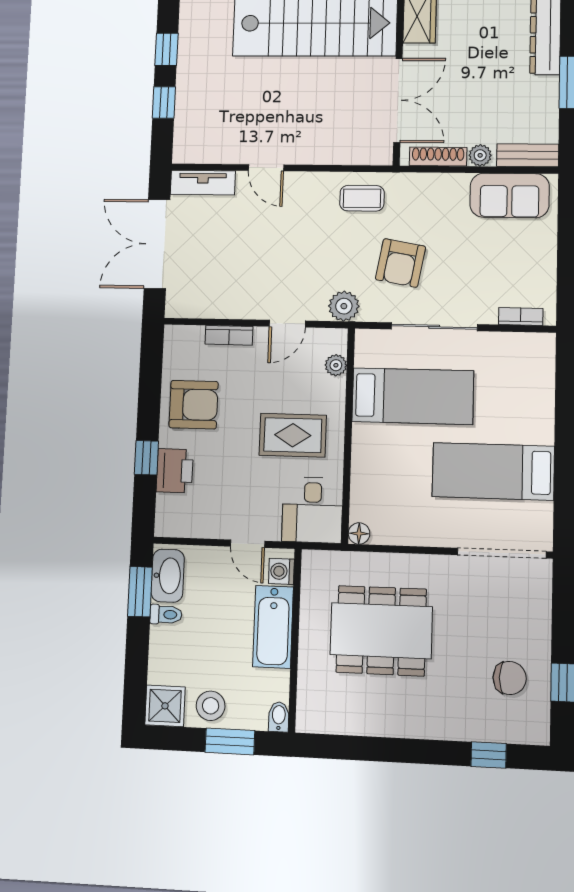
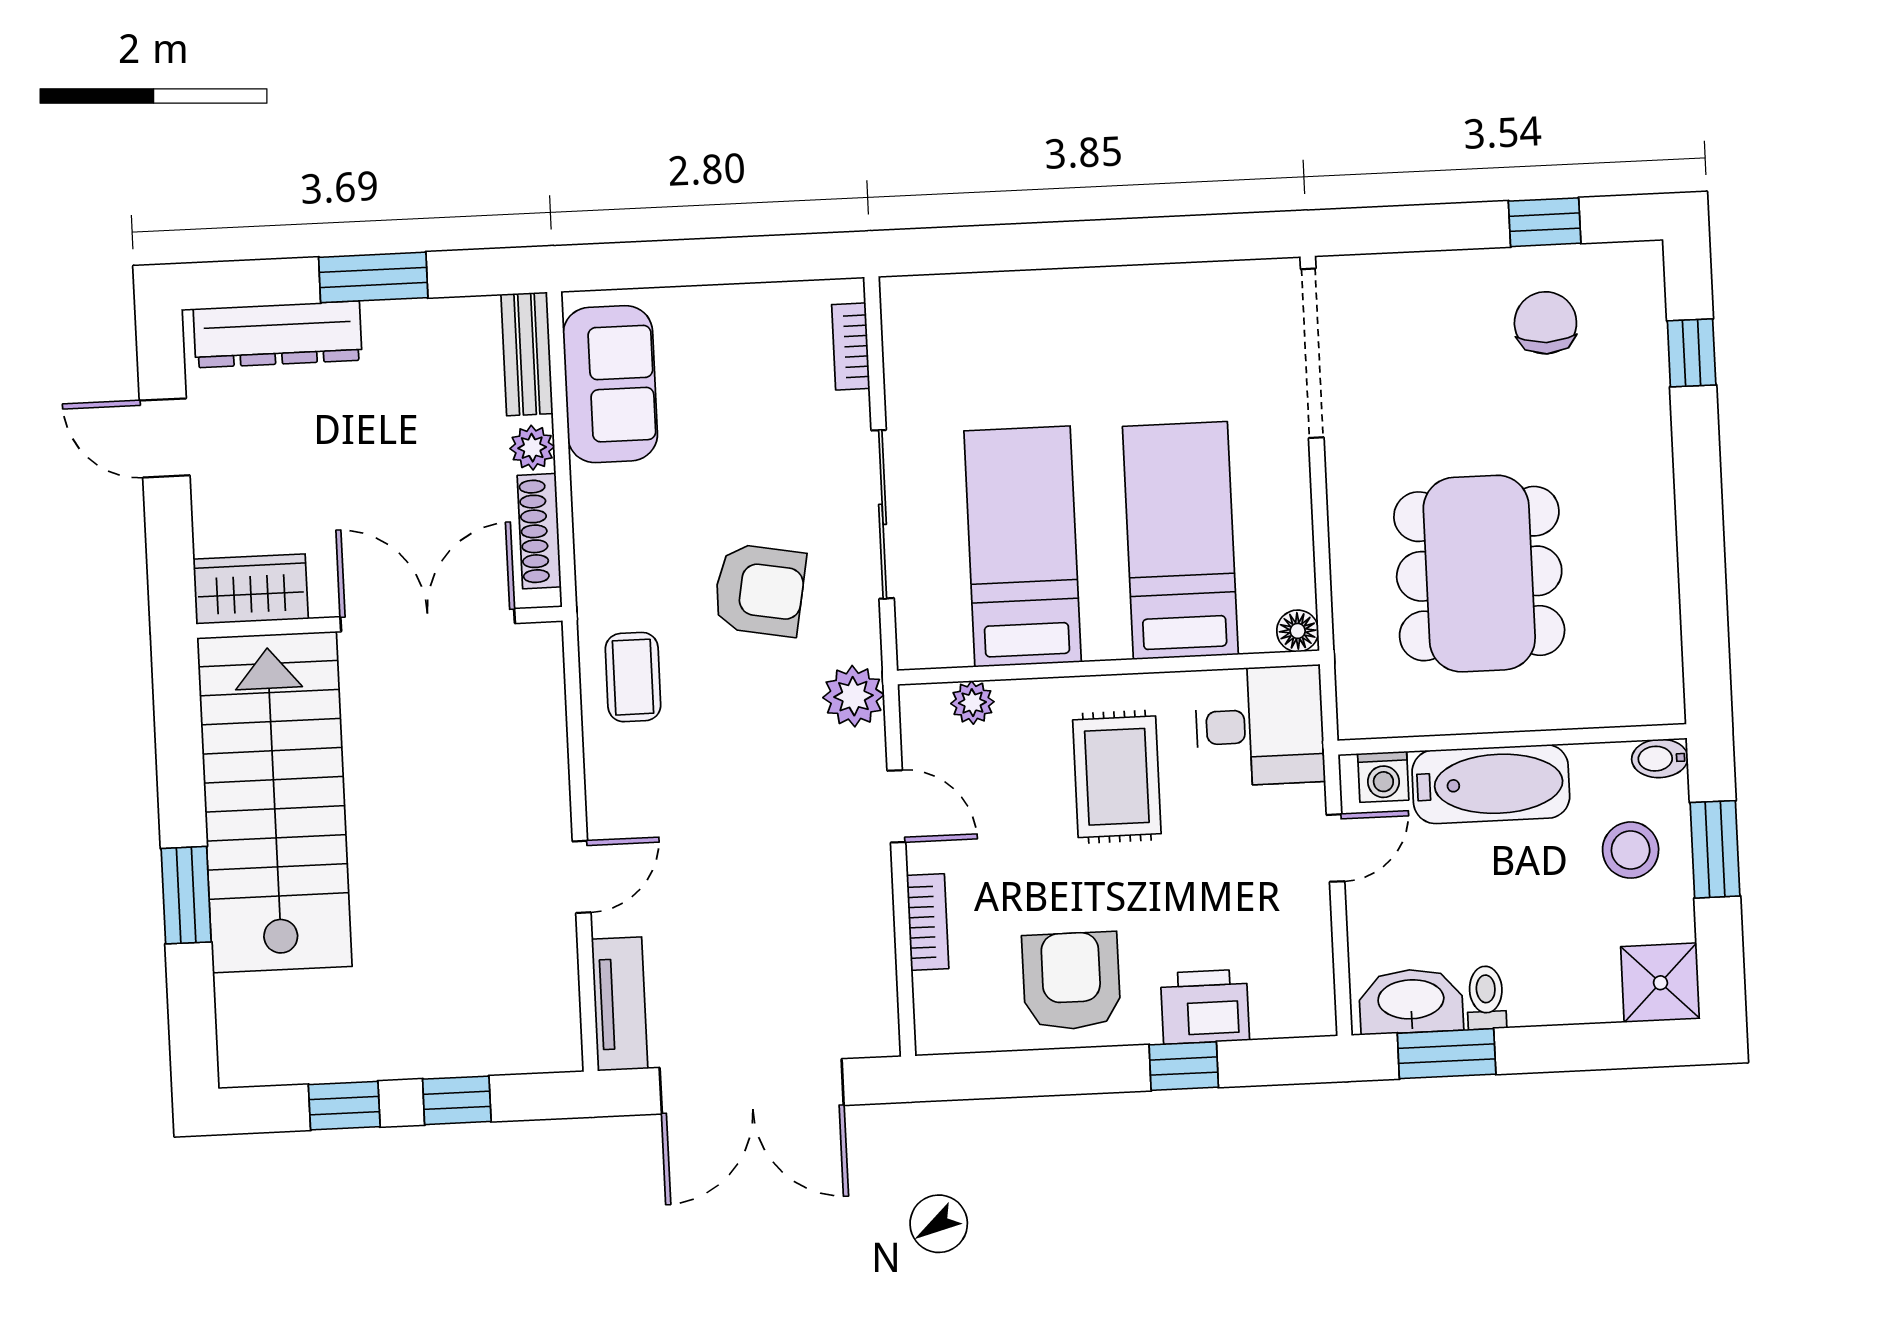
bed: (493, 471) -> (1180, 541), moved, turned 180
stool: (211, 706) -> (1631, 850), moved

